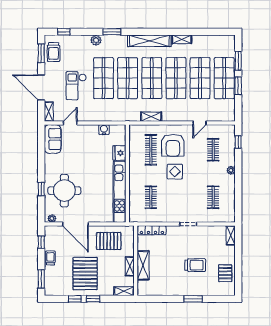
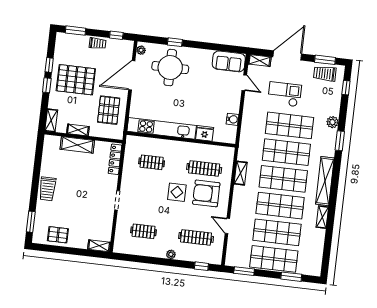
window: (238, 86) -> (244, 271), moved
clothes rail: (213, 150) -> (196, 237), width x1.36
trolley: (195, 265) -> (47, 189), moved
window: (193, 299) -> (31, 222), moved

